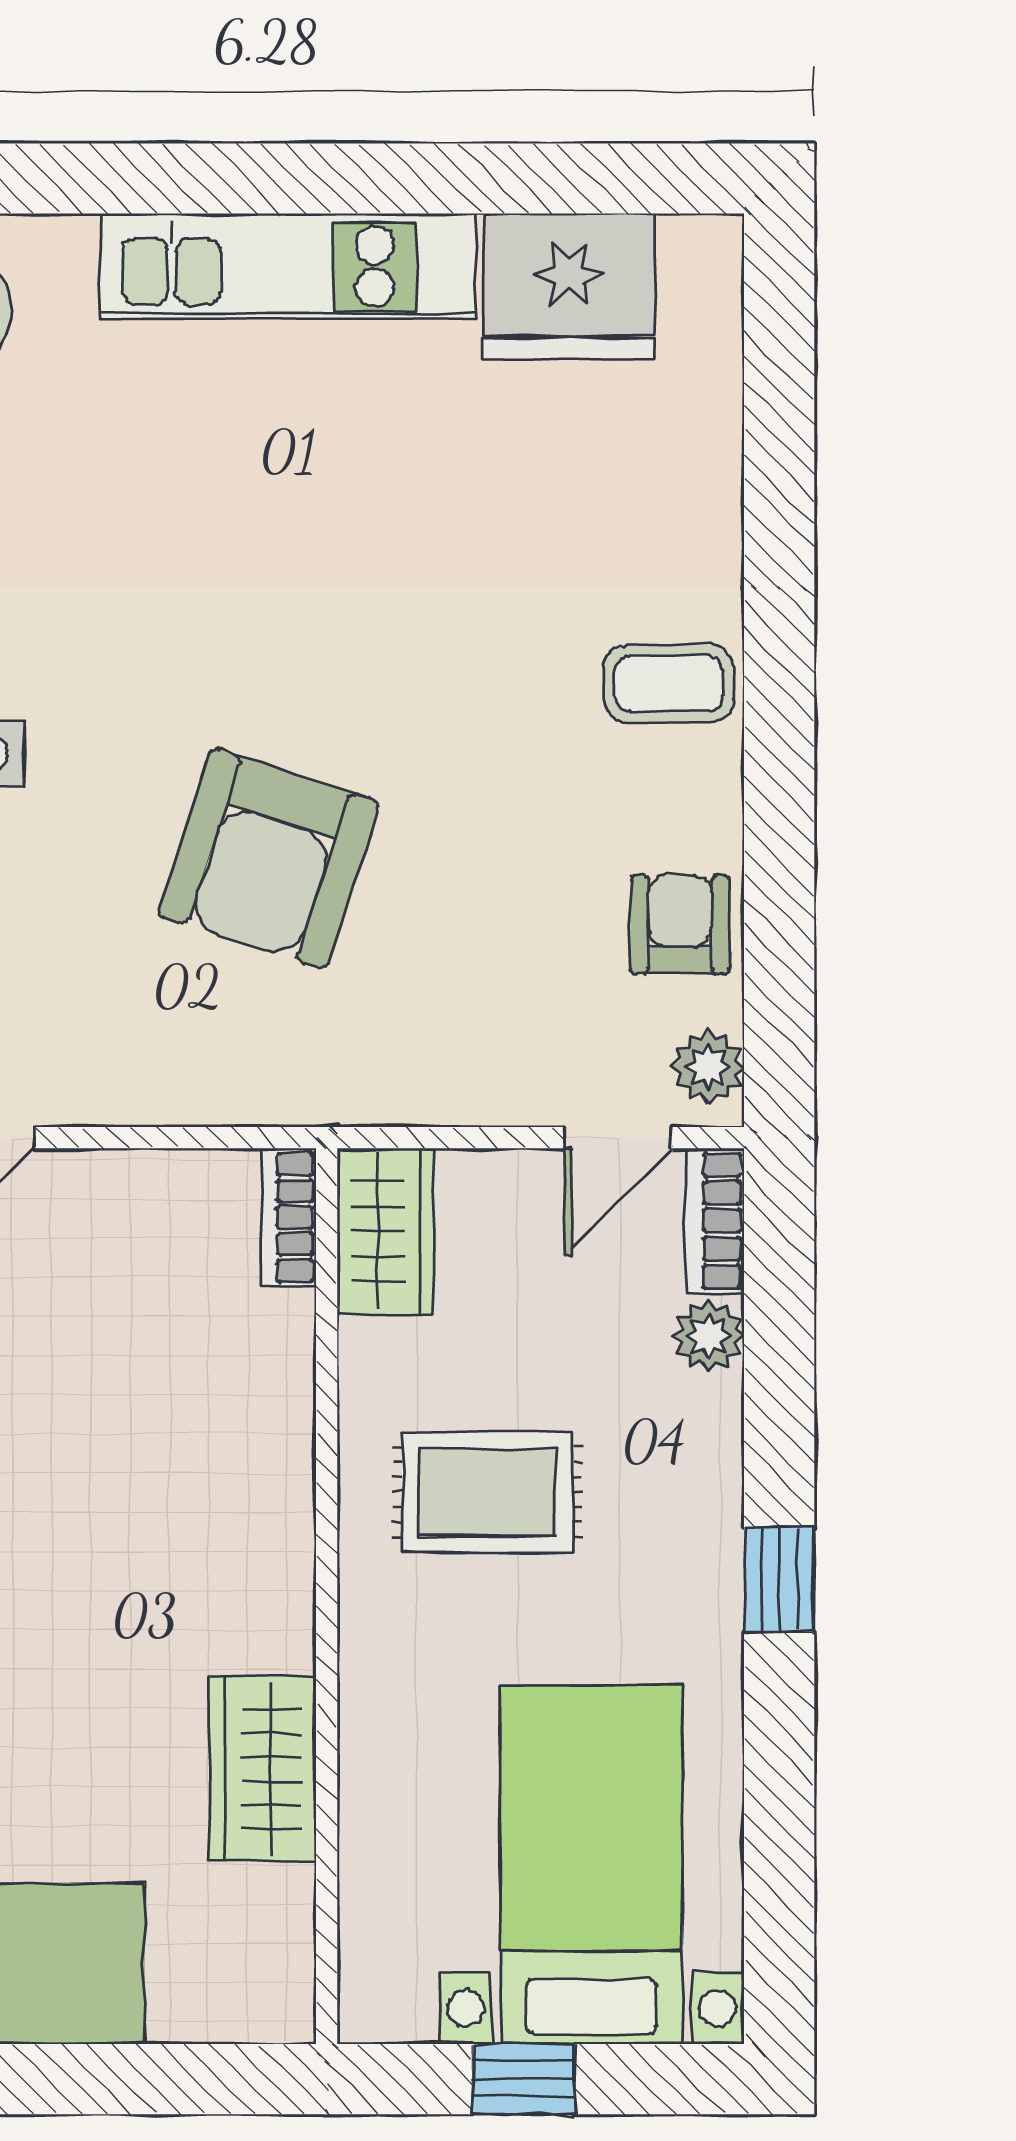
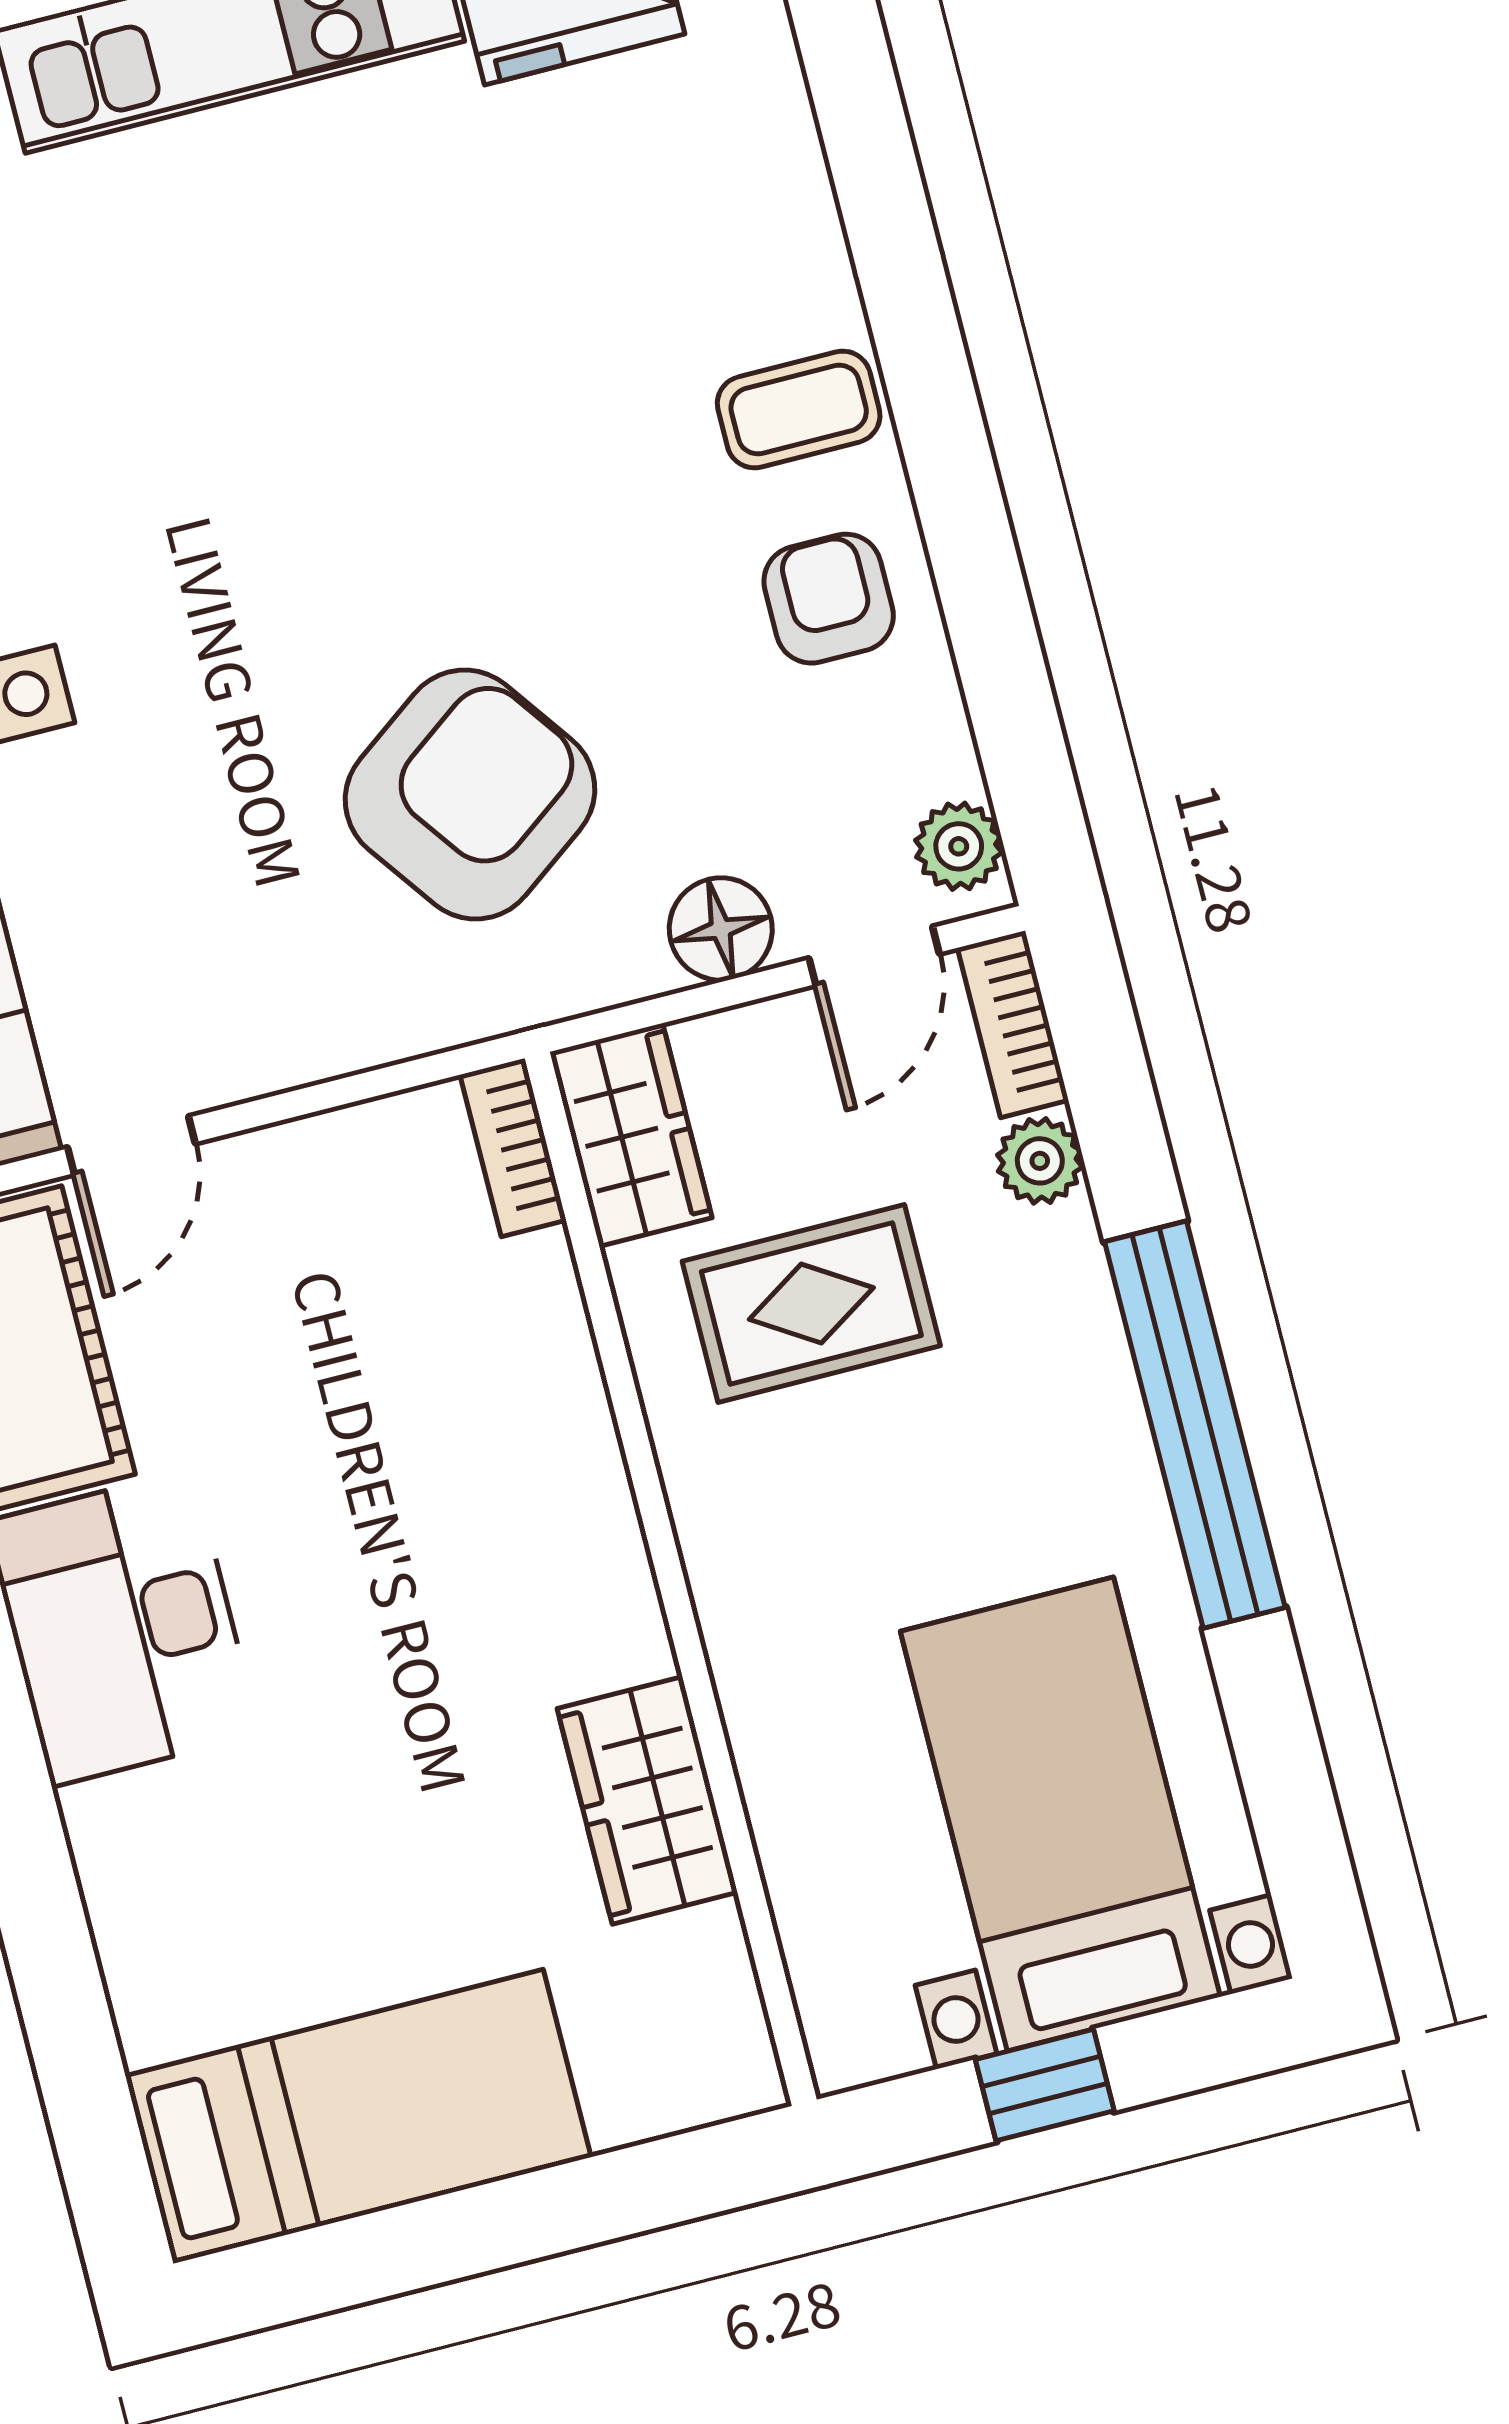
armchair: (269, 859) -> (470, 795), moved, turned -144
armchair: (680, 924) -> (829, 599), moved
floor lamp: (500, 1084) -> (721, 929), added
rug: (488, 1492) -> (811, 1303), moved
window: (779, 1580) -> (1195, 1425), width x3.17

